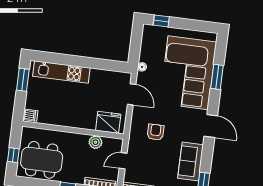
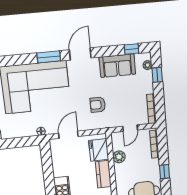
window: (217, 77) -> (49, 57), moved
kitchen counter: (81, 121) -> (103, 174), added
door: (123, 161) -> (130, 128), hinge flipped

